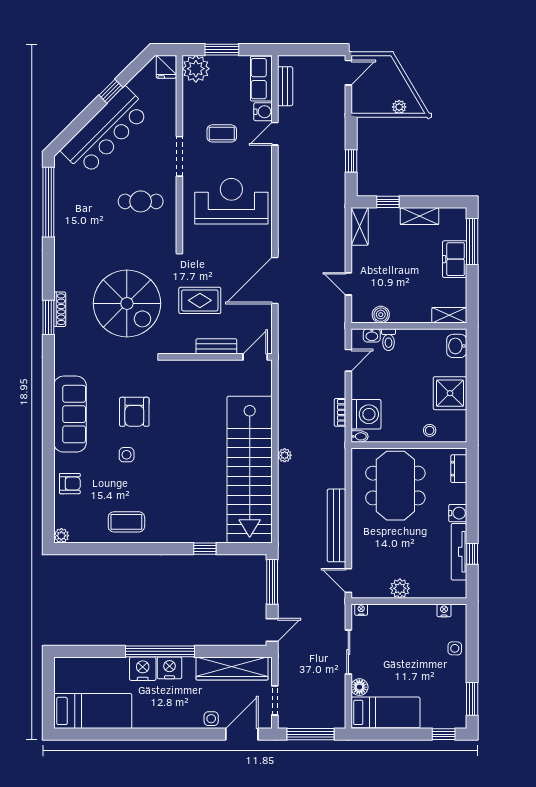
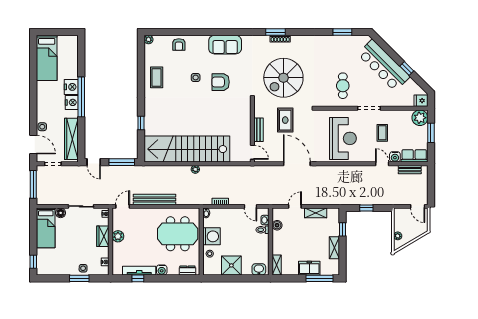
window: (48, 202) -> (342, 32), width x0.47
shelving: (360, 226) -> (316, 213), moved
sofa: (70, 414) -> (225, 45), width x0.73
washing machine: (366, 414) -> (211, 236), moved, turned -90
wardrobe: (400, 614) -> (103, 236), added
window: (472, 699) -> (79, 278), moved

